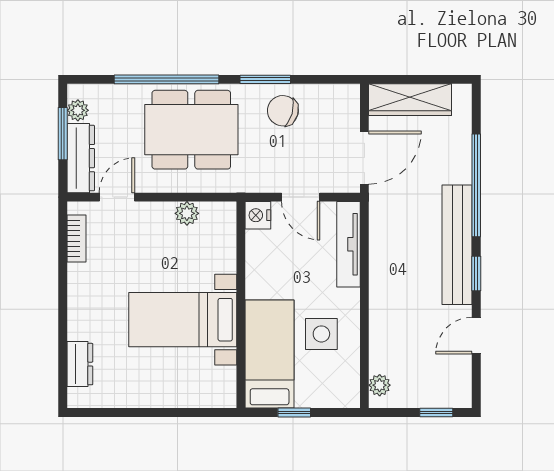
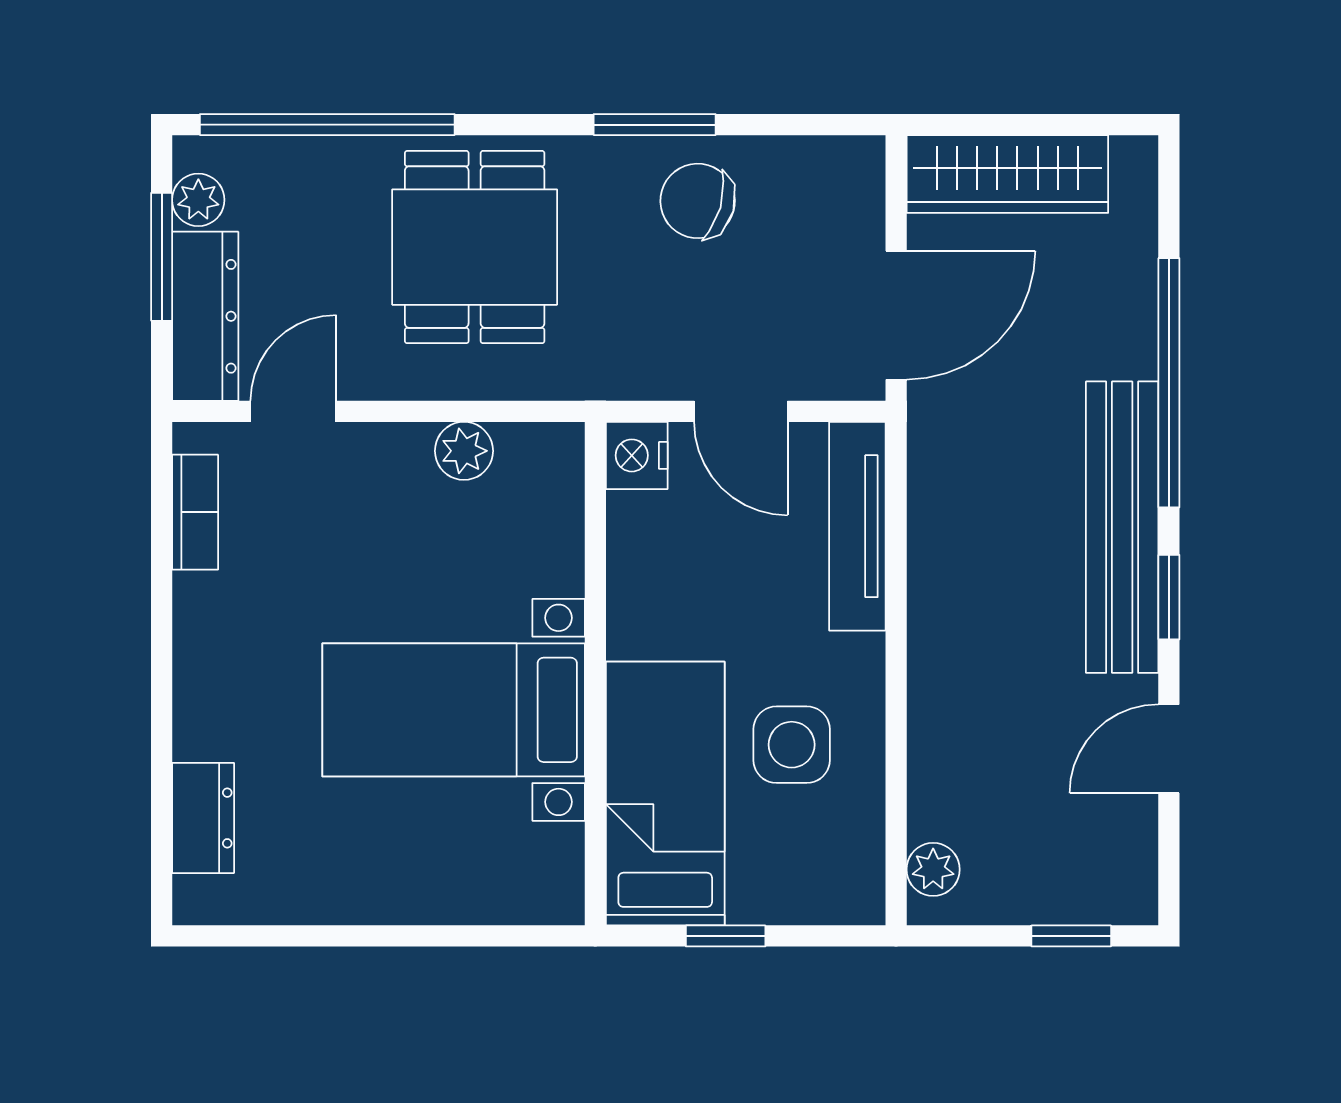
window: (166, 79) -> (327, 125), moved
dining table: (191, 130) -> (475, 247), width x0.73

